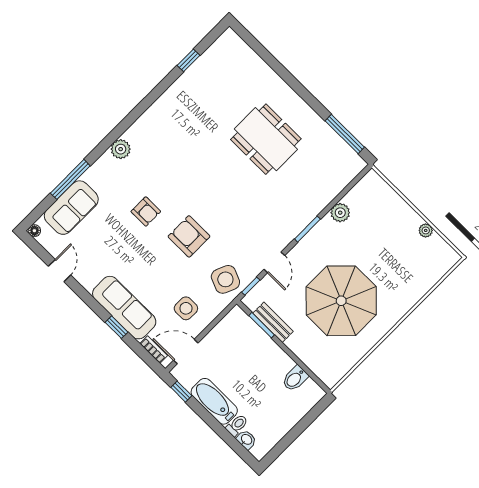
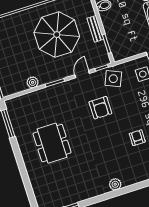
plant: (121, 149) -> (115, 184), moved
armchair: (189, 236) -> (100, 108), moved
bench: (273, 322) -> (95, 29), moved

